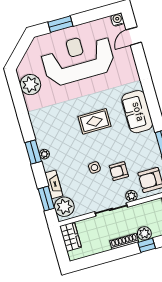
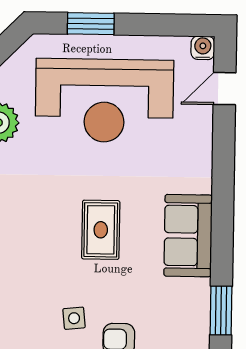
reception desk: (78, 59) -> (104, 101), turned 180
rug: (95, 121) -> (101, 230), turned 90

